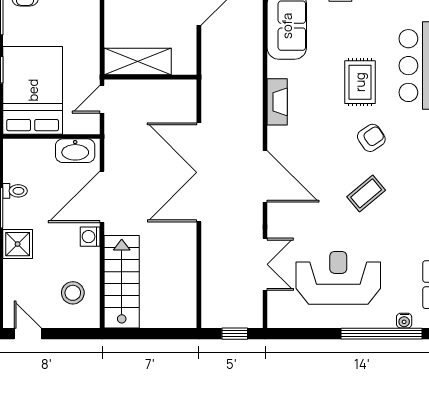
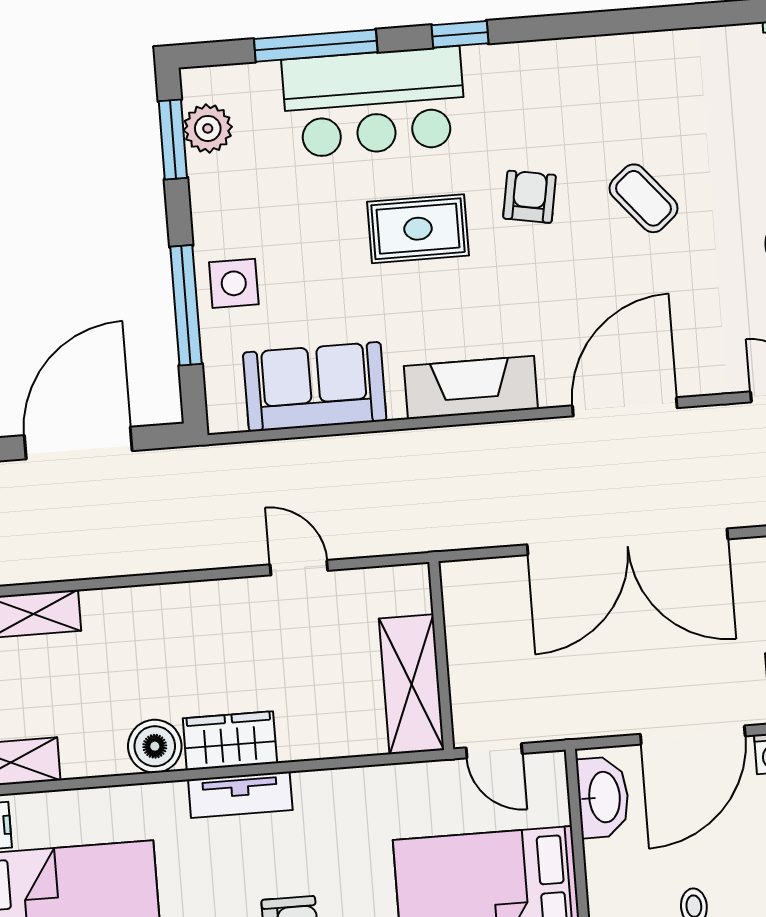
fireplace: (277, 102) -> (471, 387), width x1.37, depth x1.32
armchair: (371, 138) -> (530, 197), turned 44
door: (102, 197) -> (693, 735), hinge flipped

